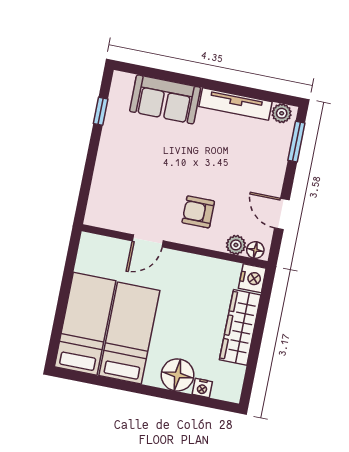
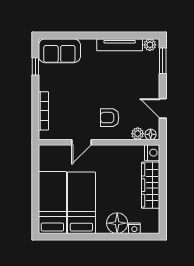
sofa: (165, 99) -> (59, 51), moved
bookcase: (99, 182) -> (43, 111), added

